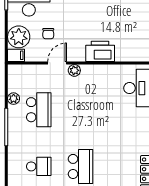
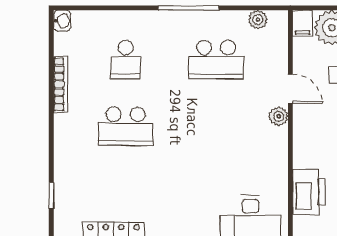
printer: (100, 51) -> (309, 192), moved
plant: (14, 99) -> (258, 19), moved

